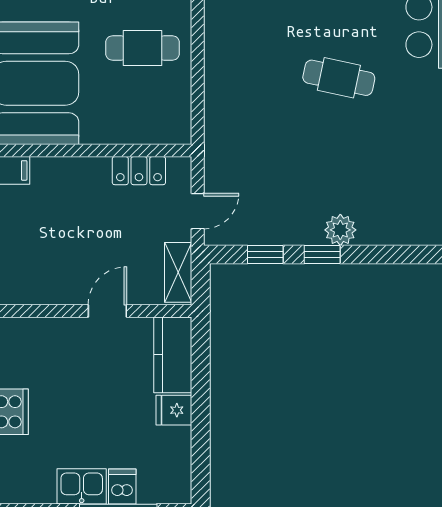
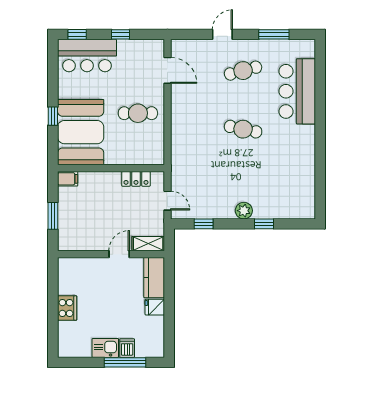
door: (198, 211) -> (167, 201), hinge flipped
window: (322, 255) -> (264, 224), moved
shelving: (178, 272) -> (148, 244), moved, turned 90

